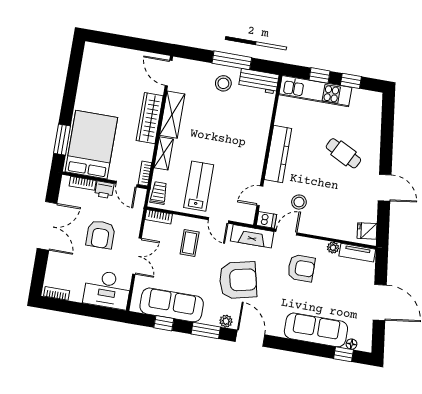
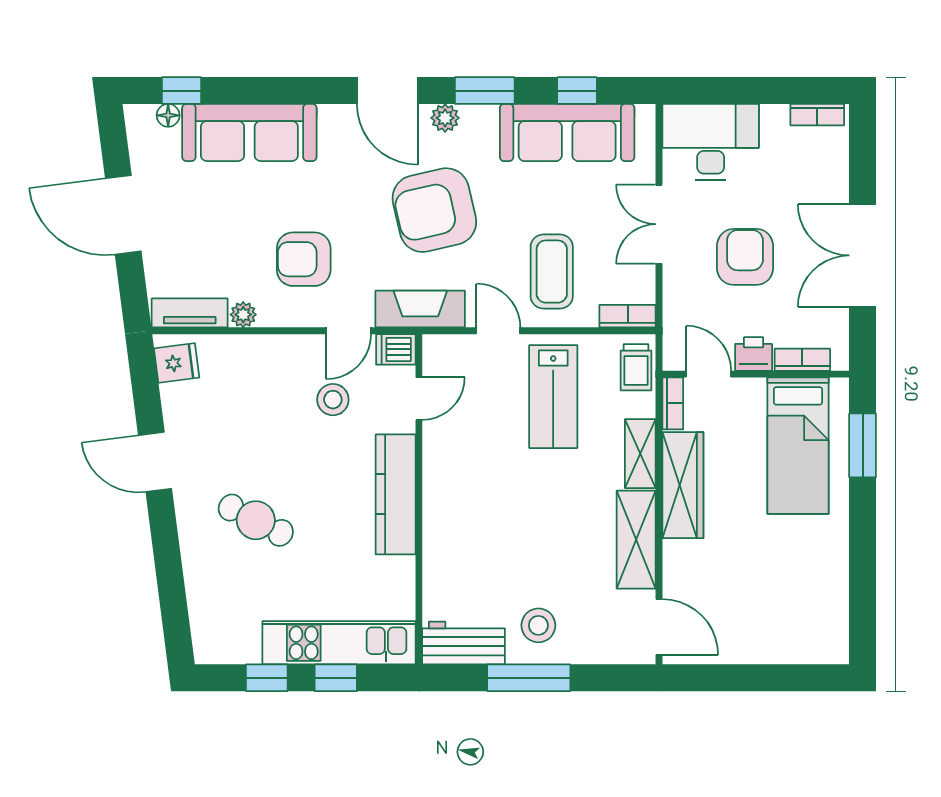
wardrobe: (150, 118) -> (683, 485), moved
bed: (91, 145) -> (798, 446), width x0.67
coffee table: (190, 243) -> (552, 272), width x1.36, depth x1.30

